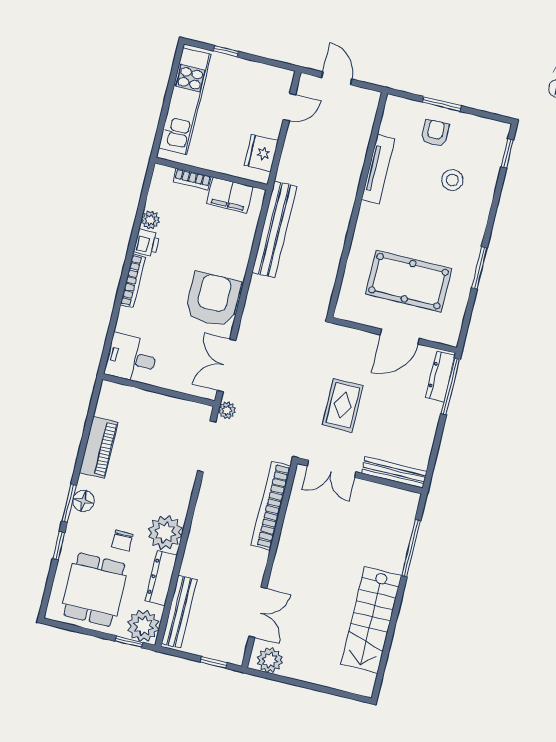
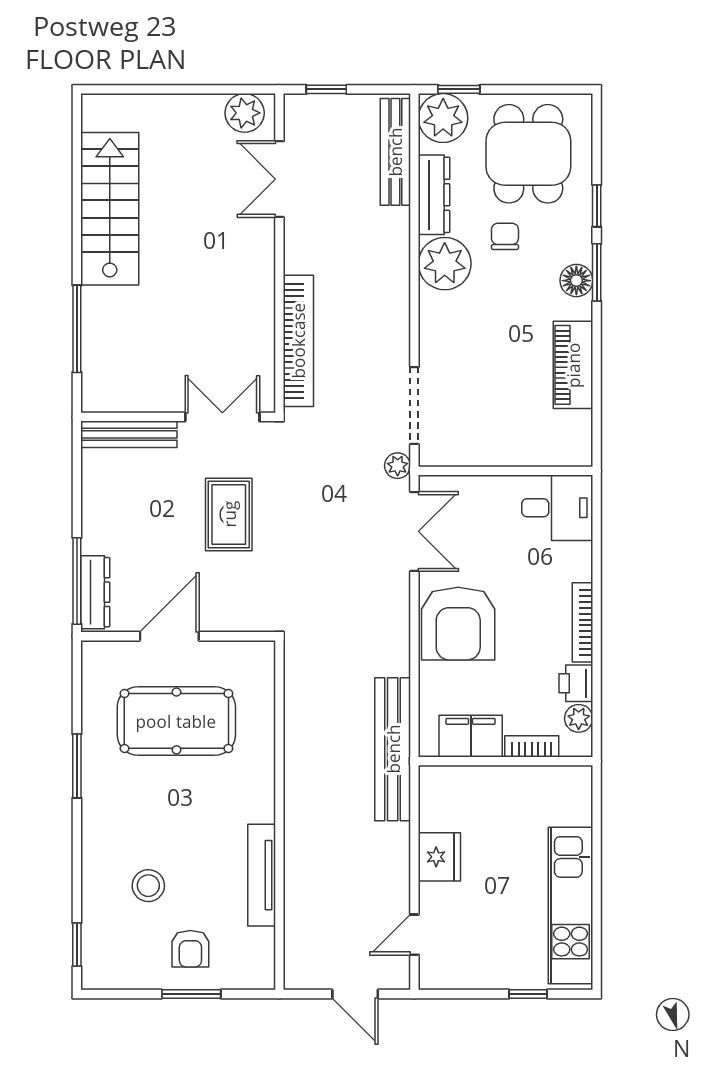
wall: (211, 174) -> (506, 761), moved
bookcase: (192, 179) -> (532, 746), moved
filing cabinet: (230, 195) -> (471, 736), moved

